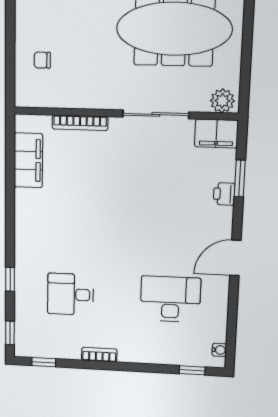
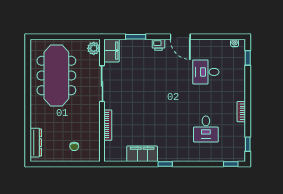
filing cabinet: (28, 160) -> (142, 154), moved
printer: (224, 194) -> (158, 45), moved
window: (10, 279) -> (165, 164), moved
desk: (170, 299) -> (206, 72), width x0.73

